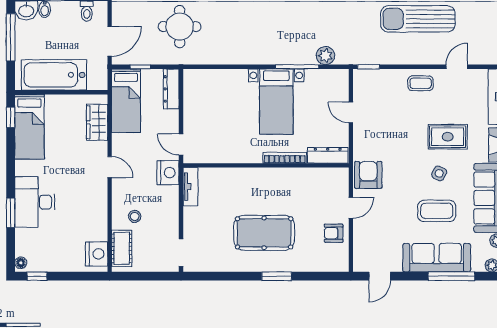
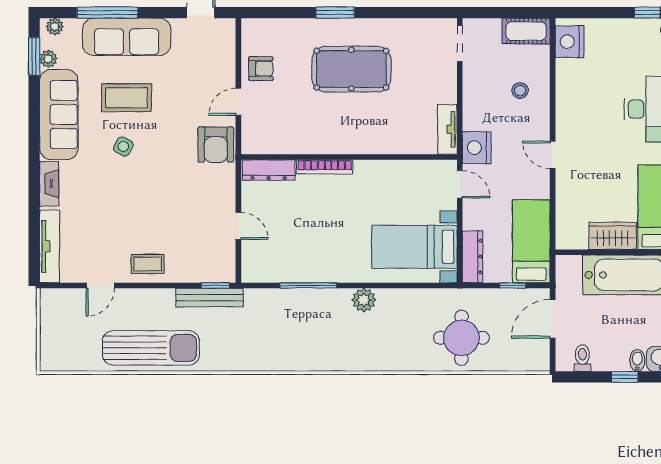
plant: (325, 56) -> (364, 300), moved
bench: (373, 58) -> (210, 297), added
bed with nightstands: (276, 102) -> (414, 247), moved, turned -90
wardrobe: (97, 122) -> (613, 236), moved, turned -90
rug: (448, 137) -> (112, 194), removed
cot: (122, 248) -> (526, 31), moved, turned 90

